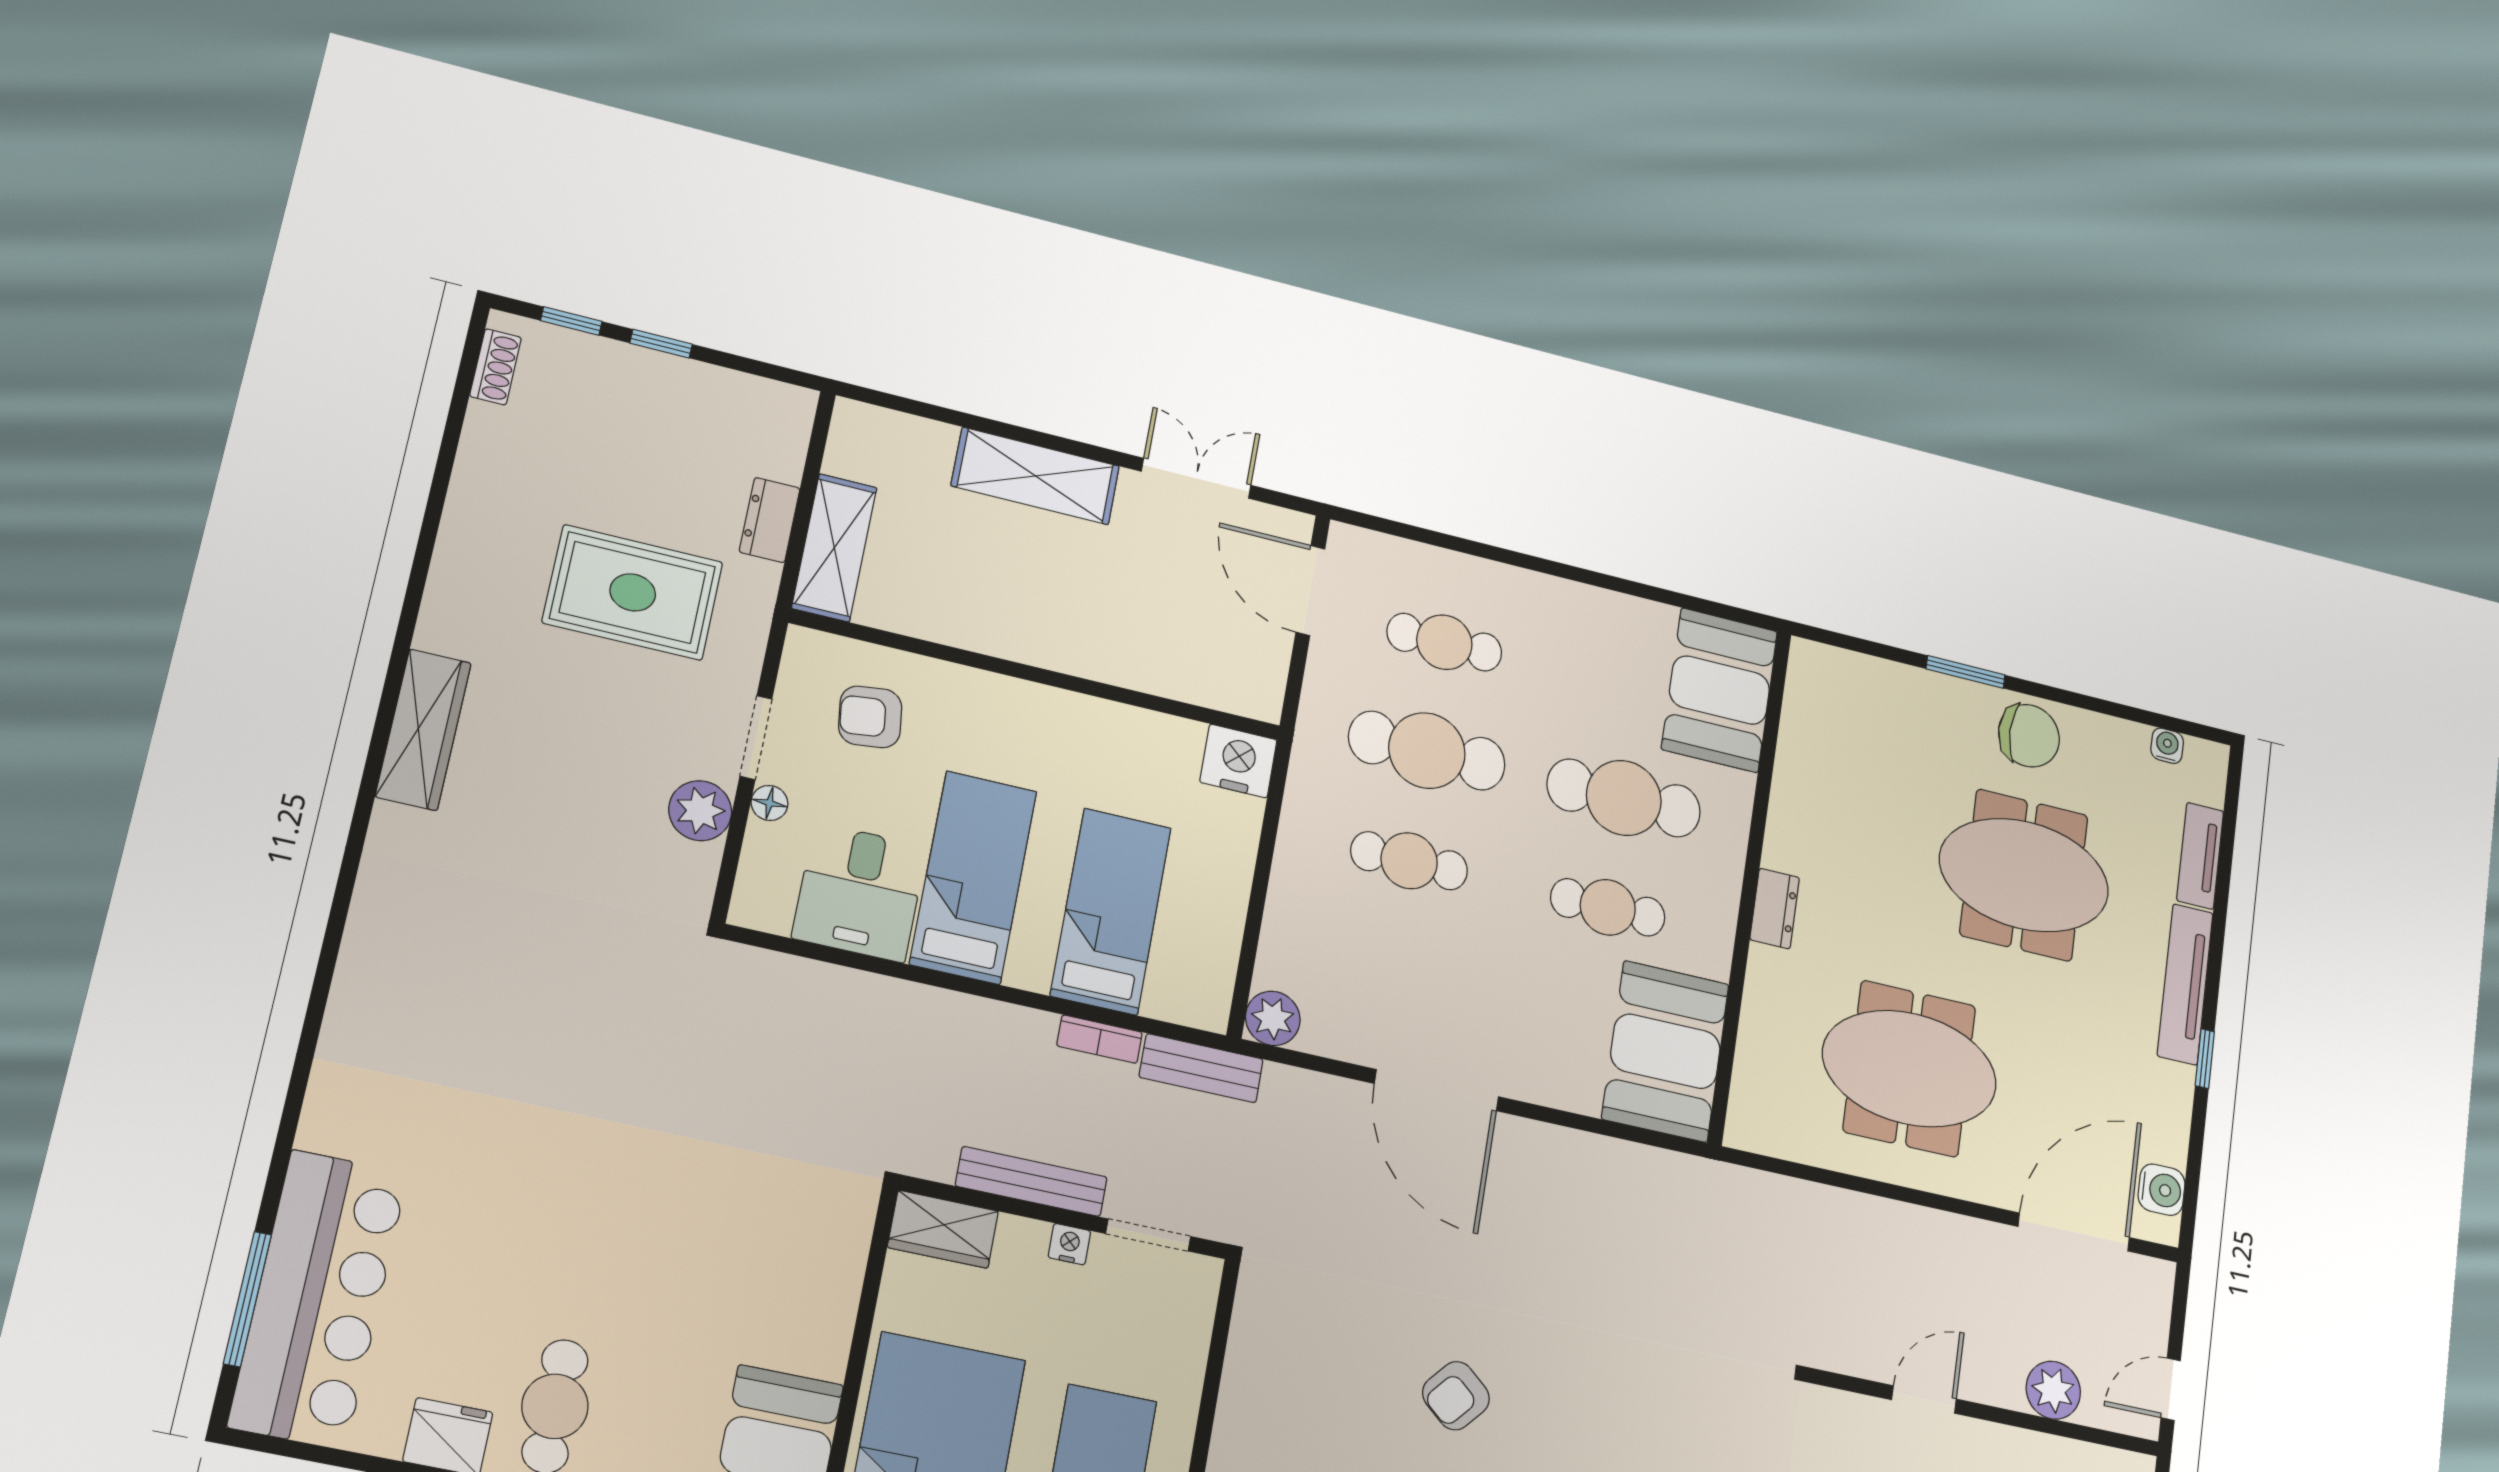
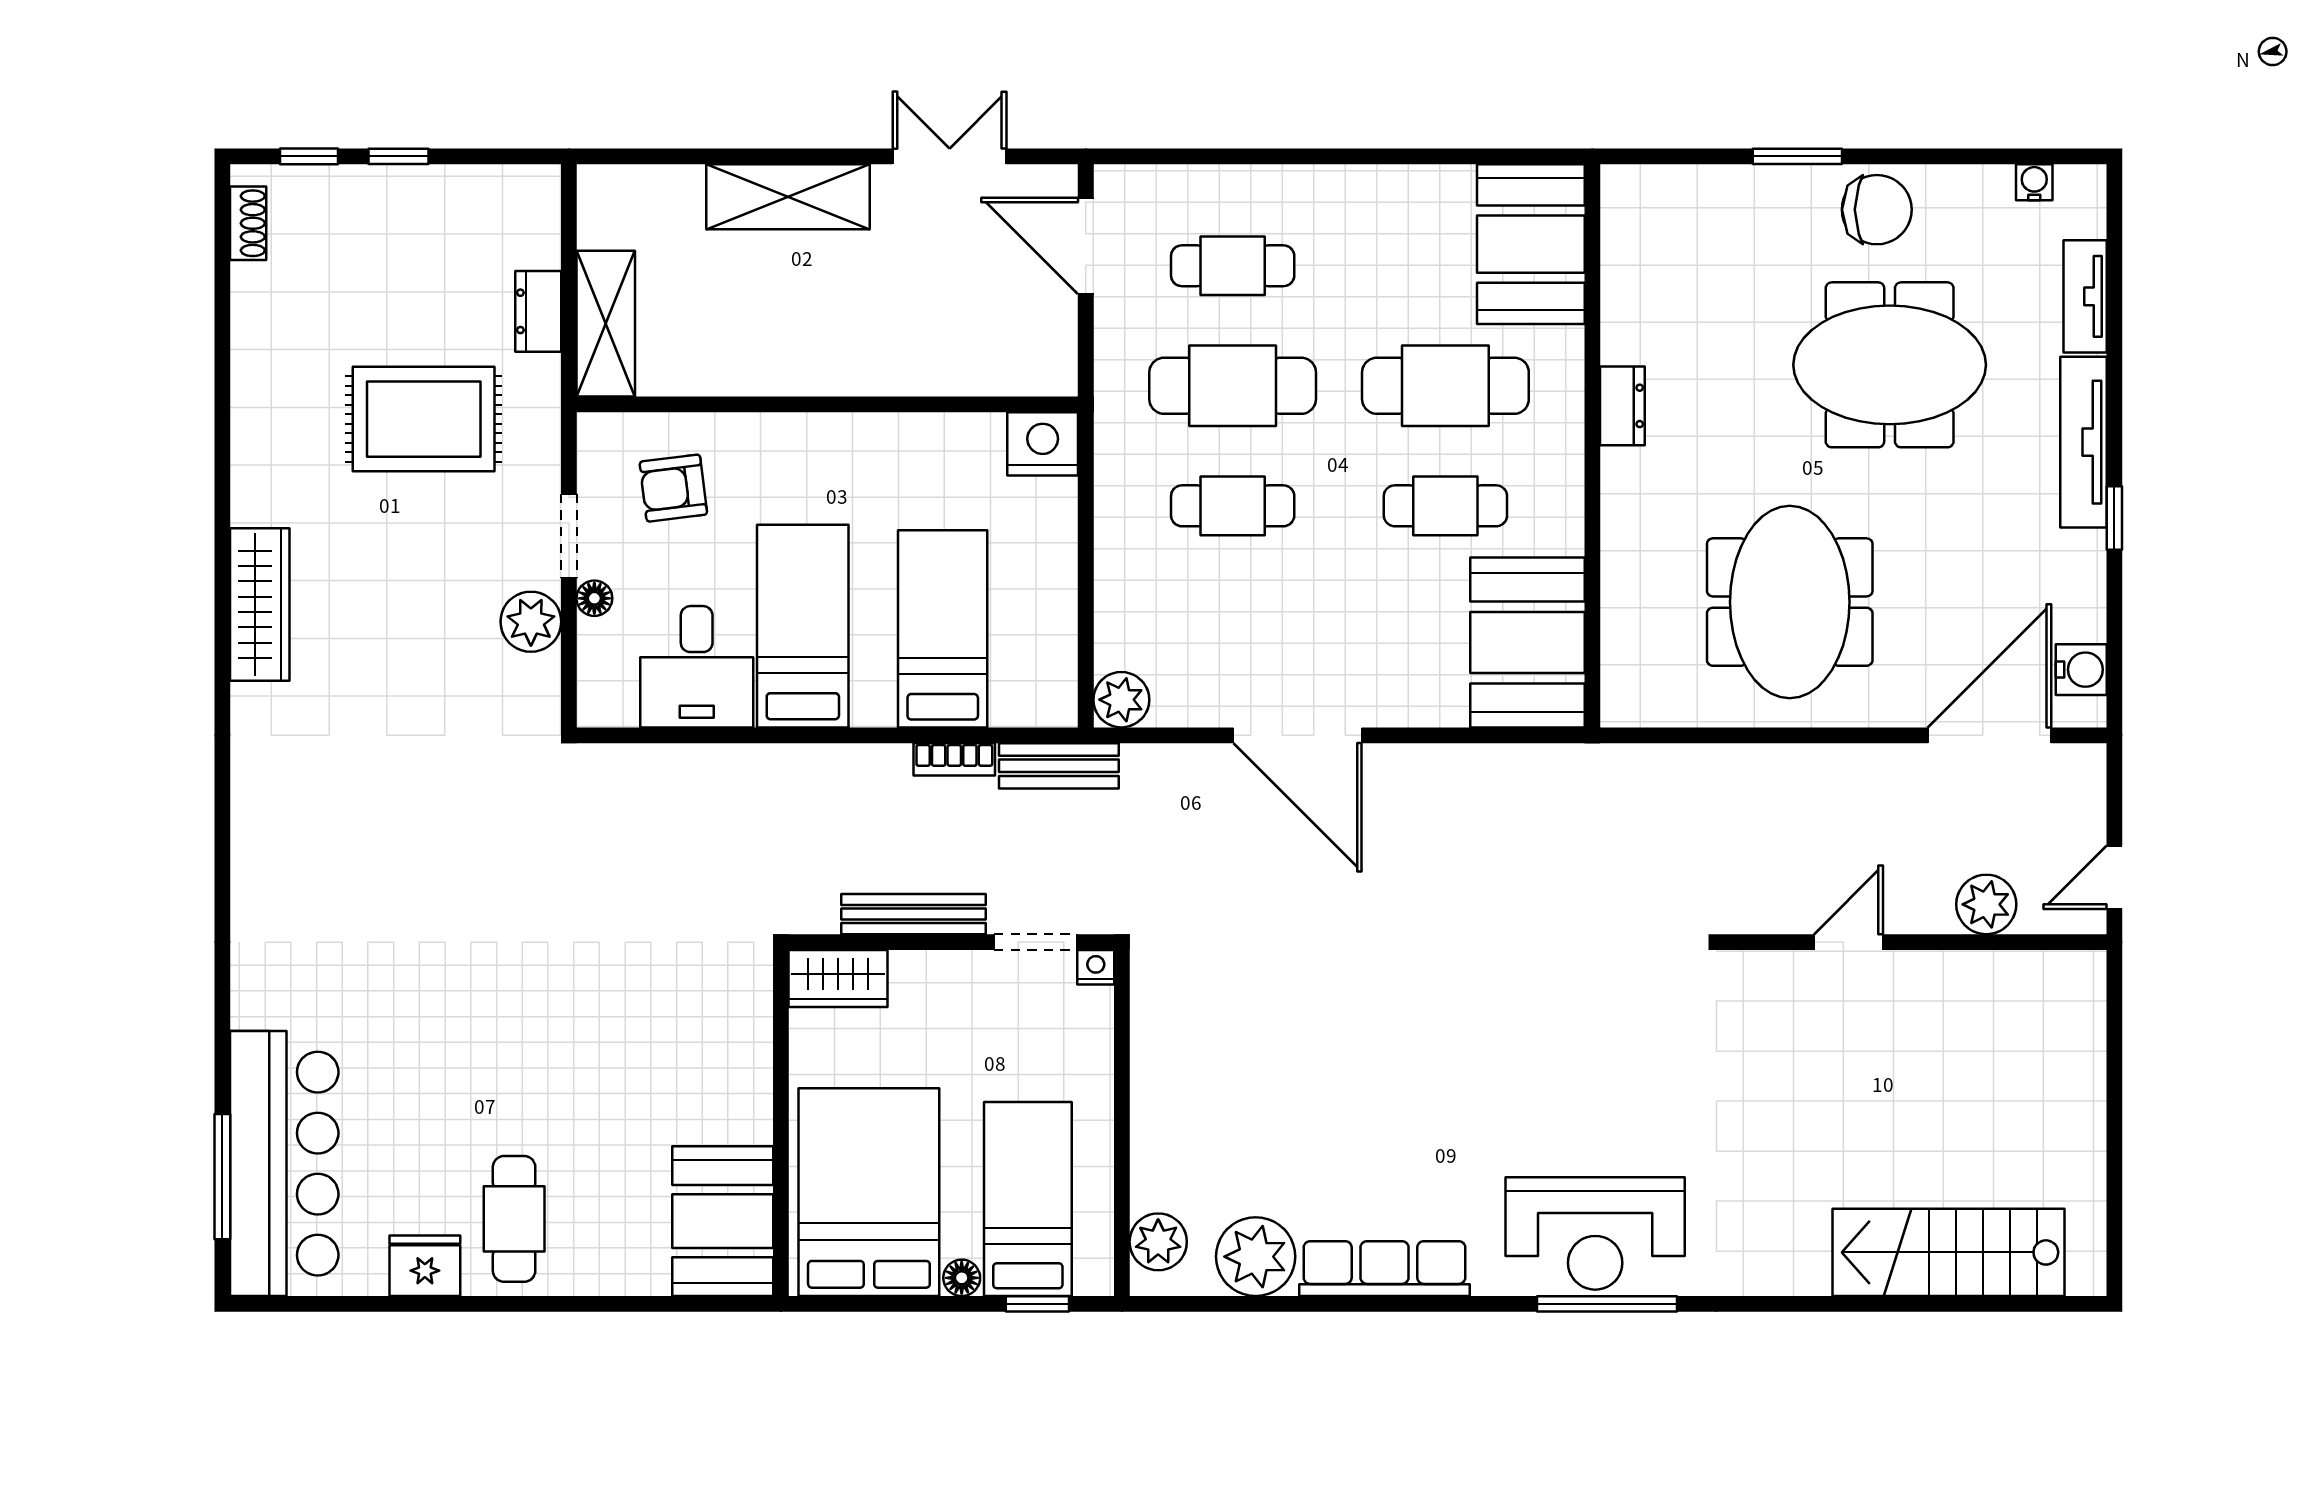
dresser: (1775, 909) -> (1622, 406), moved
meeting table: (1910, 1069) -> (1790, 602), turned 90
nightstand: (1069, 1244) -> (1096, 967), moved
armchair: (1456, 1396) -> (1365, 1036), removed

